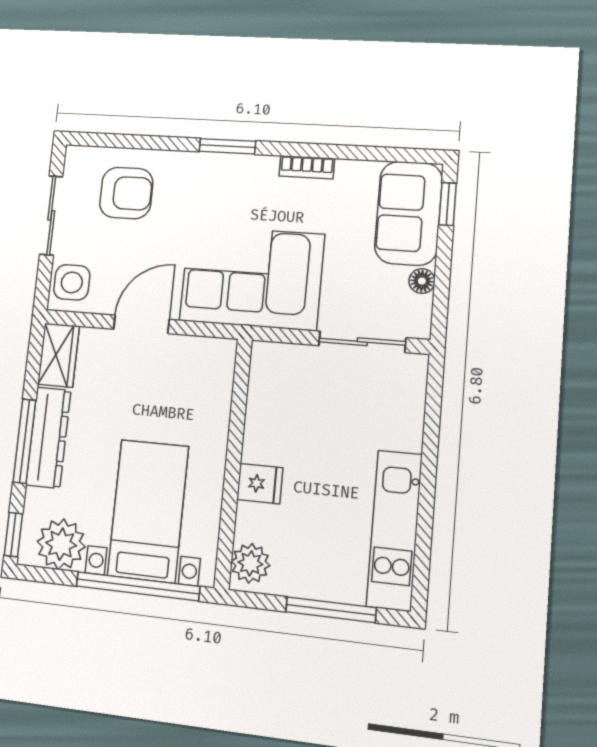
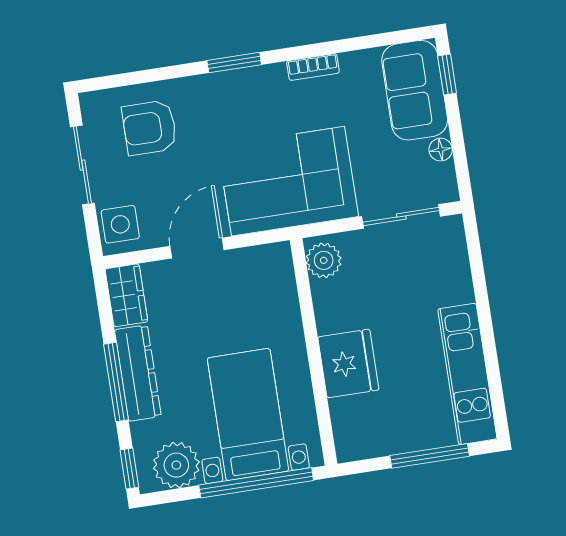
armchair: (126, 193) -> (150, 128), turned 180
fridge: (260, 484) -> (348, 363), width x1.88, depth x1.34
plant: (250, 563) -> (324, 260), moved

